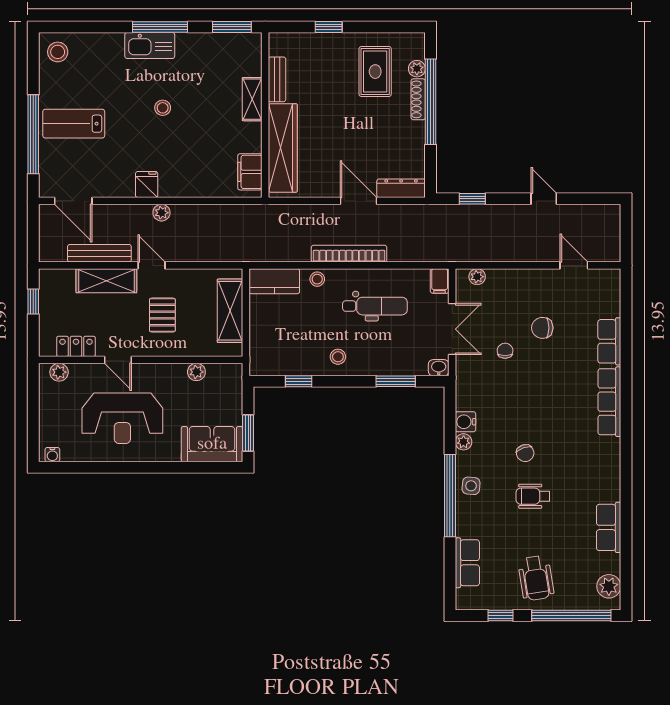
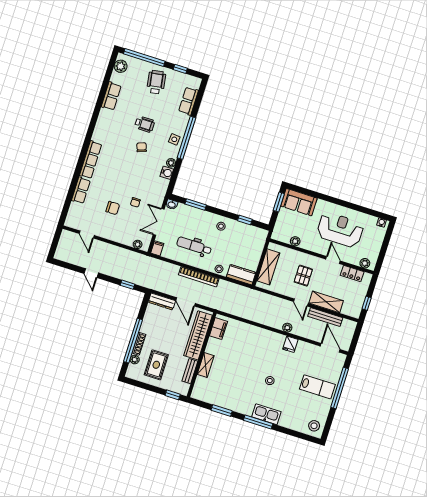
bench: (277, 79) -> (190, 371), moved
shelving: (252, 99) -> (206, 365), moved
wall: (265, 115) -> (202, 355), moved
wardrobe: (283, 148) -> (198, 335), moved
filing cabinet: (250, 172) -> (218, 329), moved

